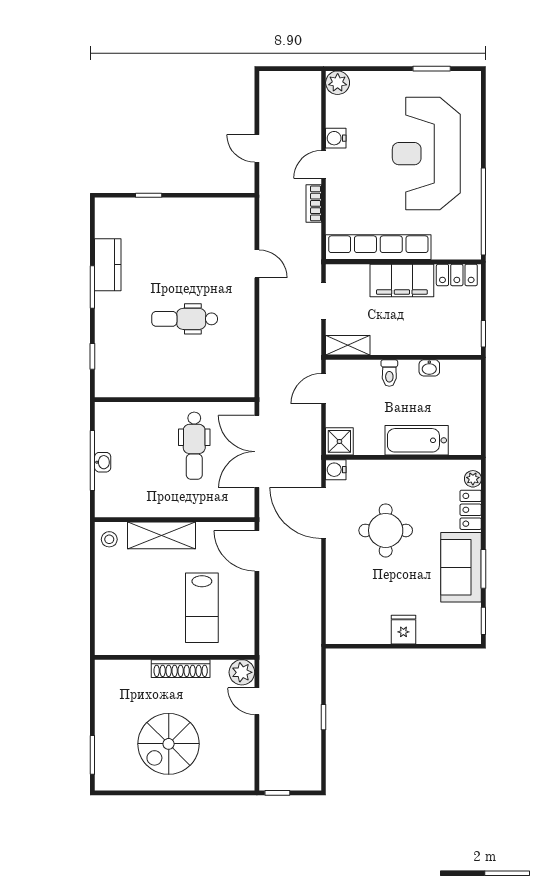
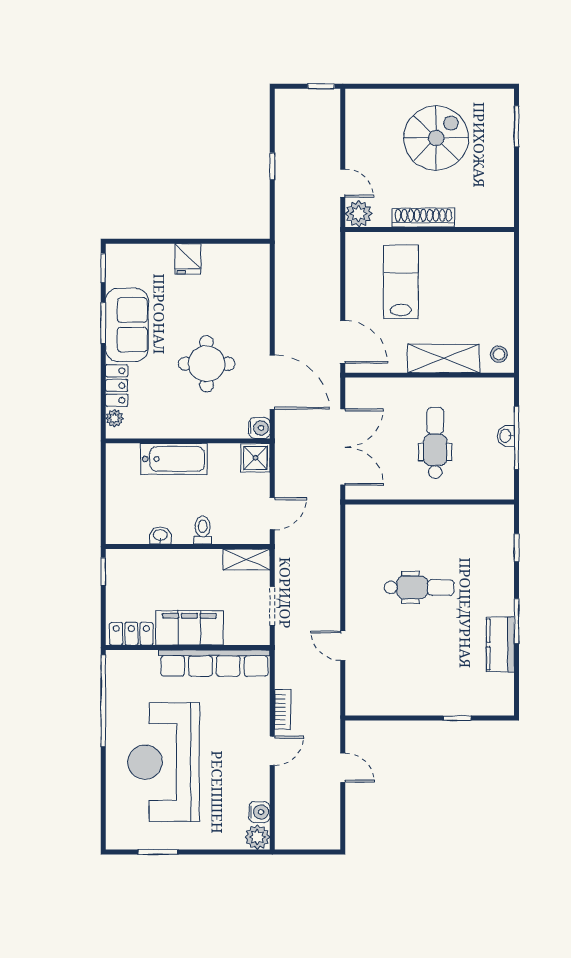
water cooler: (336, 138) -> (259, 812), moved
reception desk: (426, 154) -> (164, 762), turned 180
dental chair: (194, 446) -> (435, 443), moved

